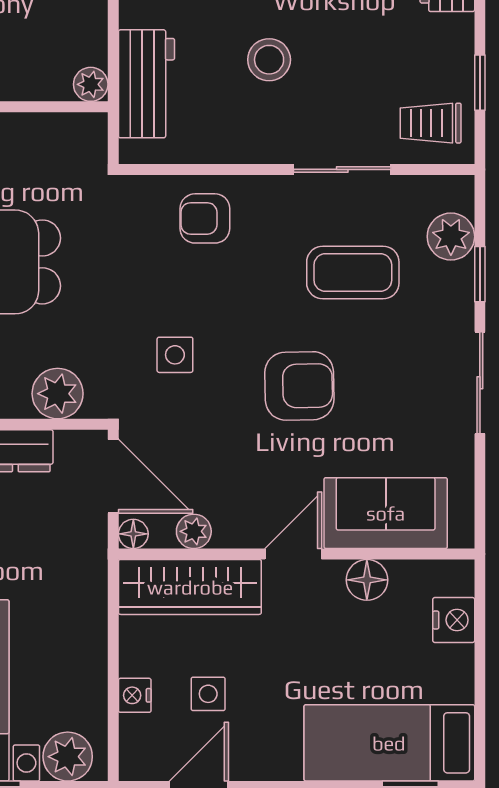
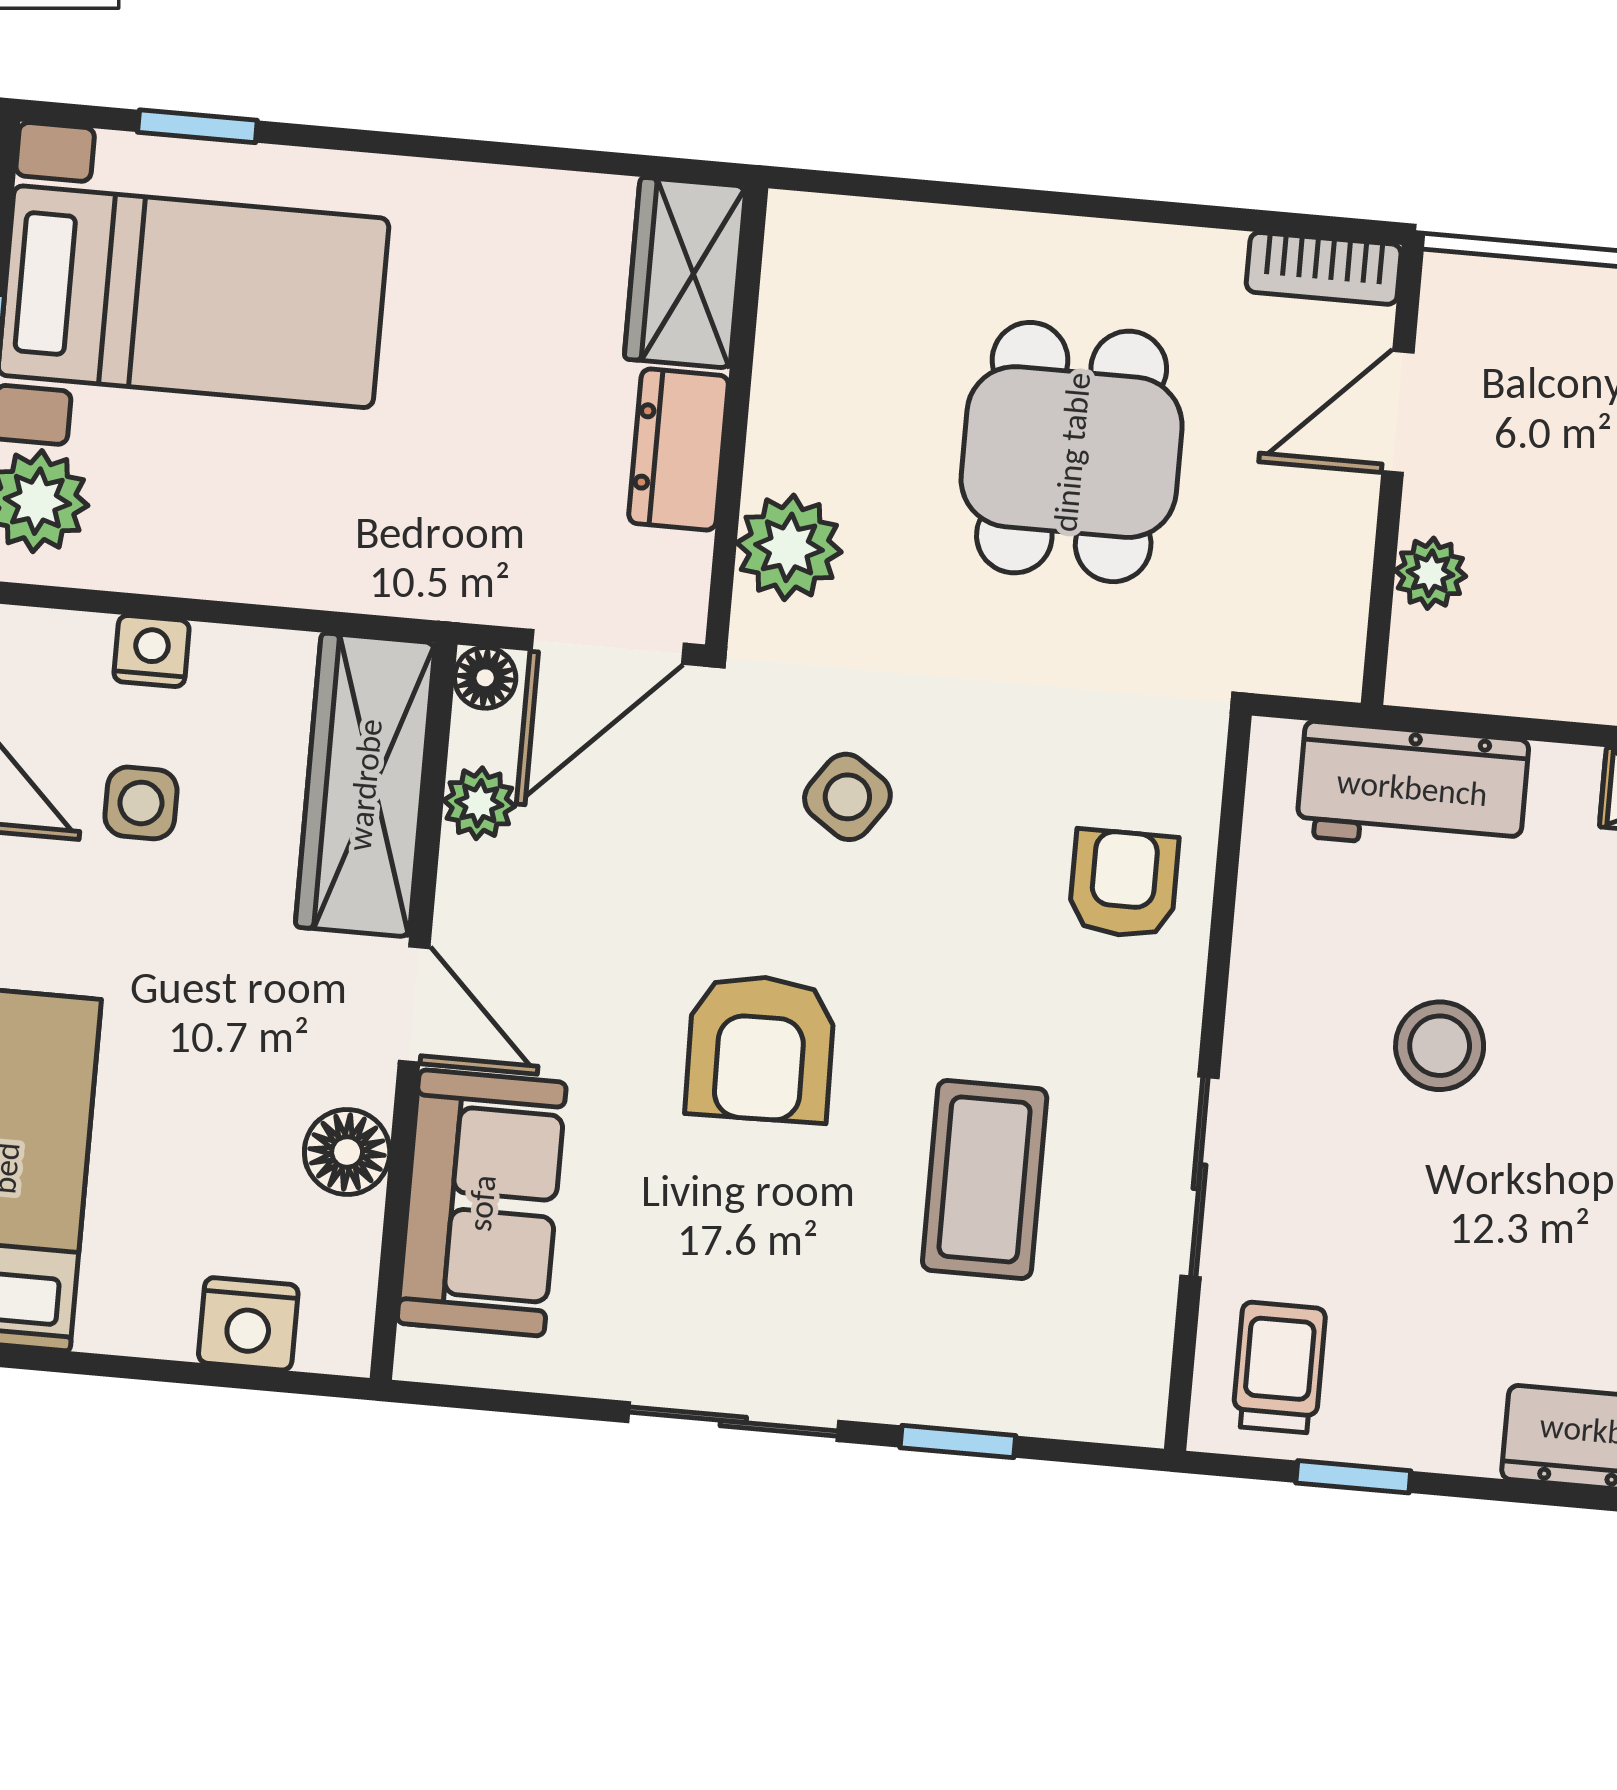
plant: (91, 84) -> (1430, 573), moved
plant: (451, 237) -> (1041, 1389), removed
side table: (175, 355) -> (847, 797), turned 35

